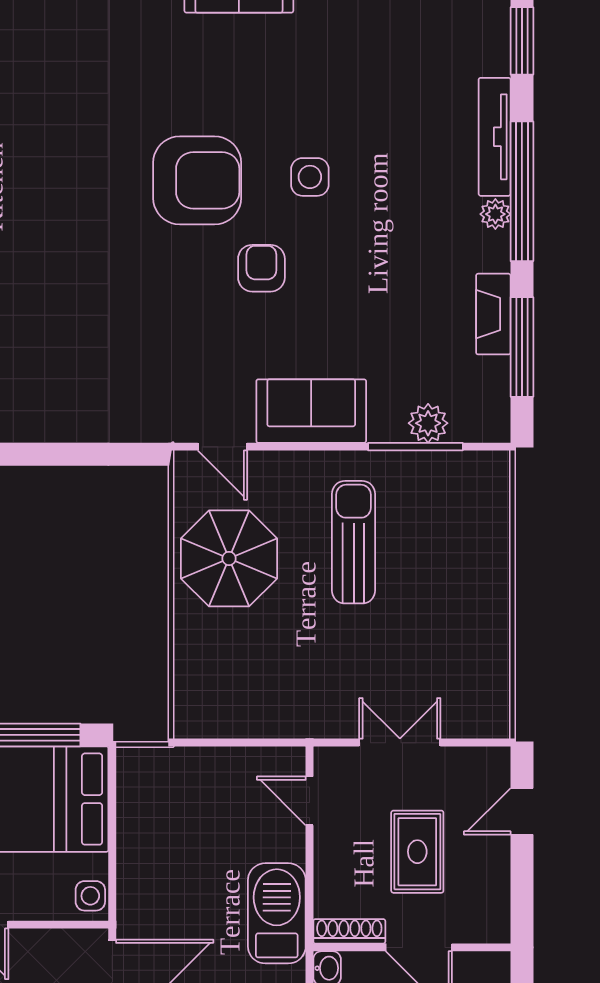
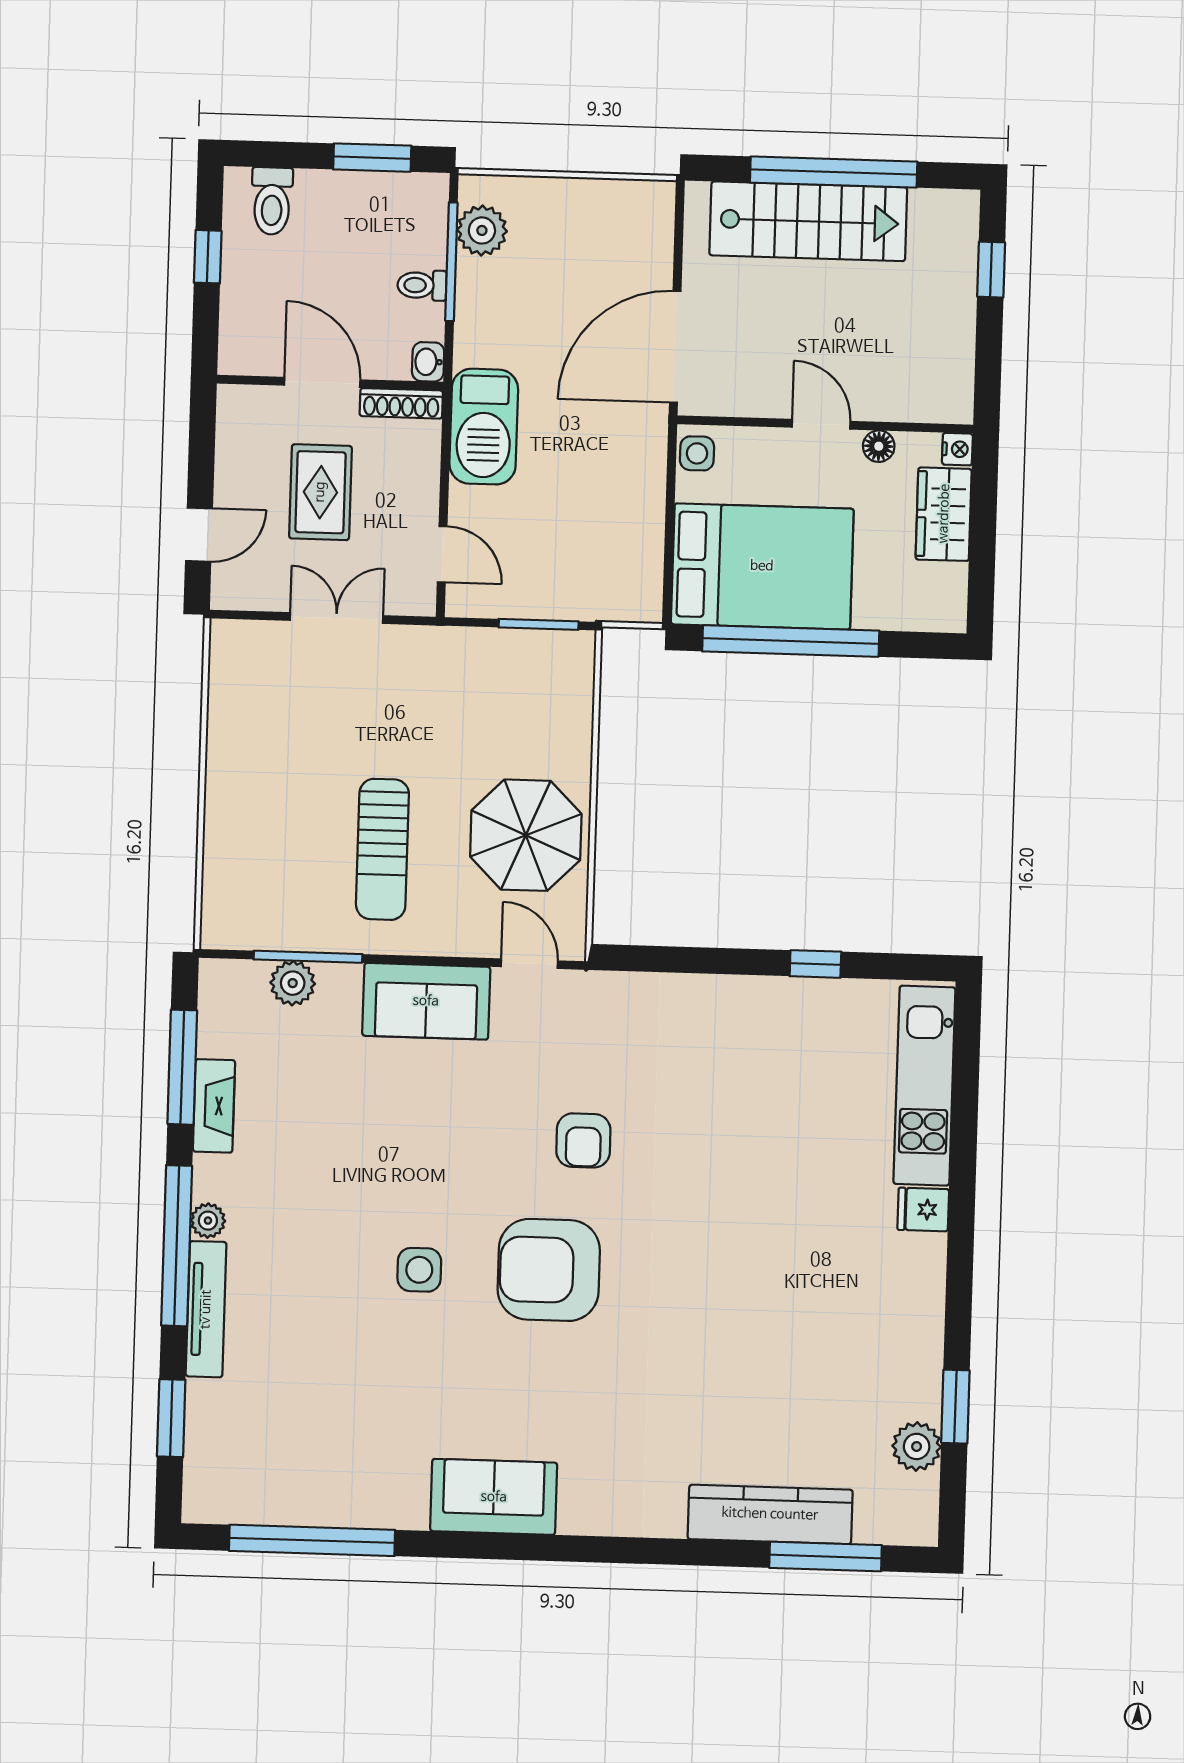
armchair: (261, 268) -> (583, 1140), moved
window: (224, 743) -> (539, 624), added
double door: (400, 743) -> (337, 618), swing flipped

